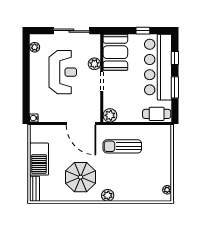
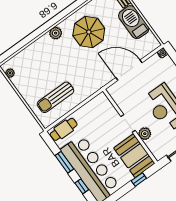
window: (143, 31) -> (139, 180), moved
plant: (110, 115) -> (101, 100), removed
door: (81, 124) -> (129, 70), moved
sun lounger: (122, 146) -> (55, 97), moved, turned 180

